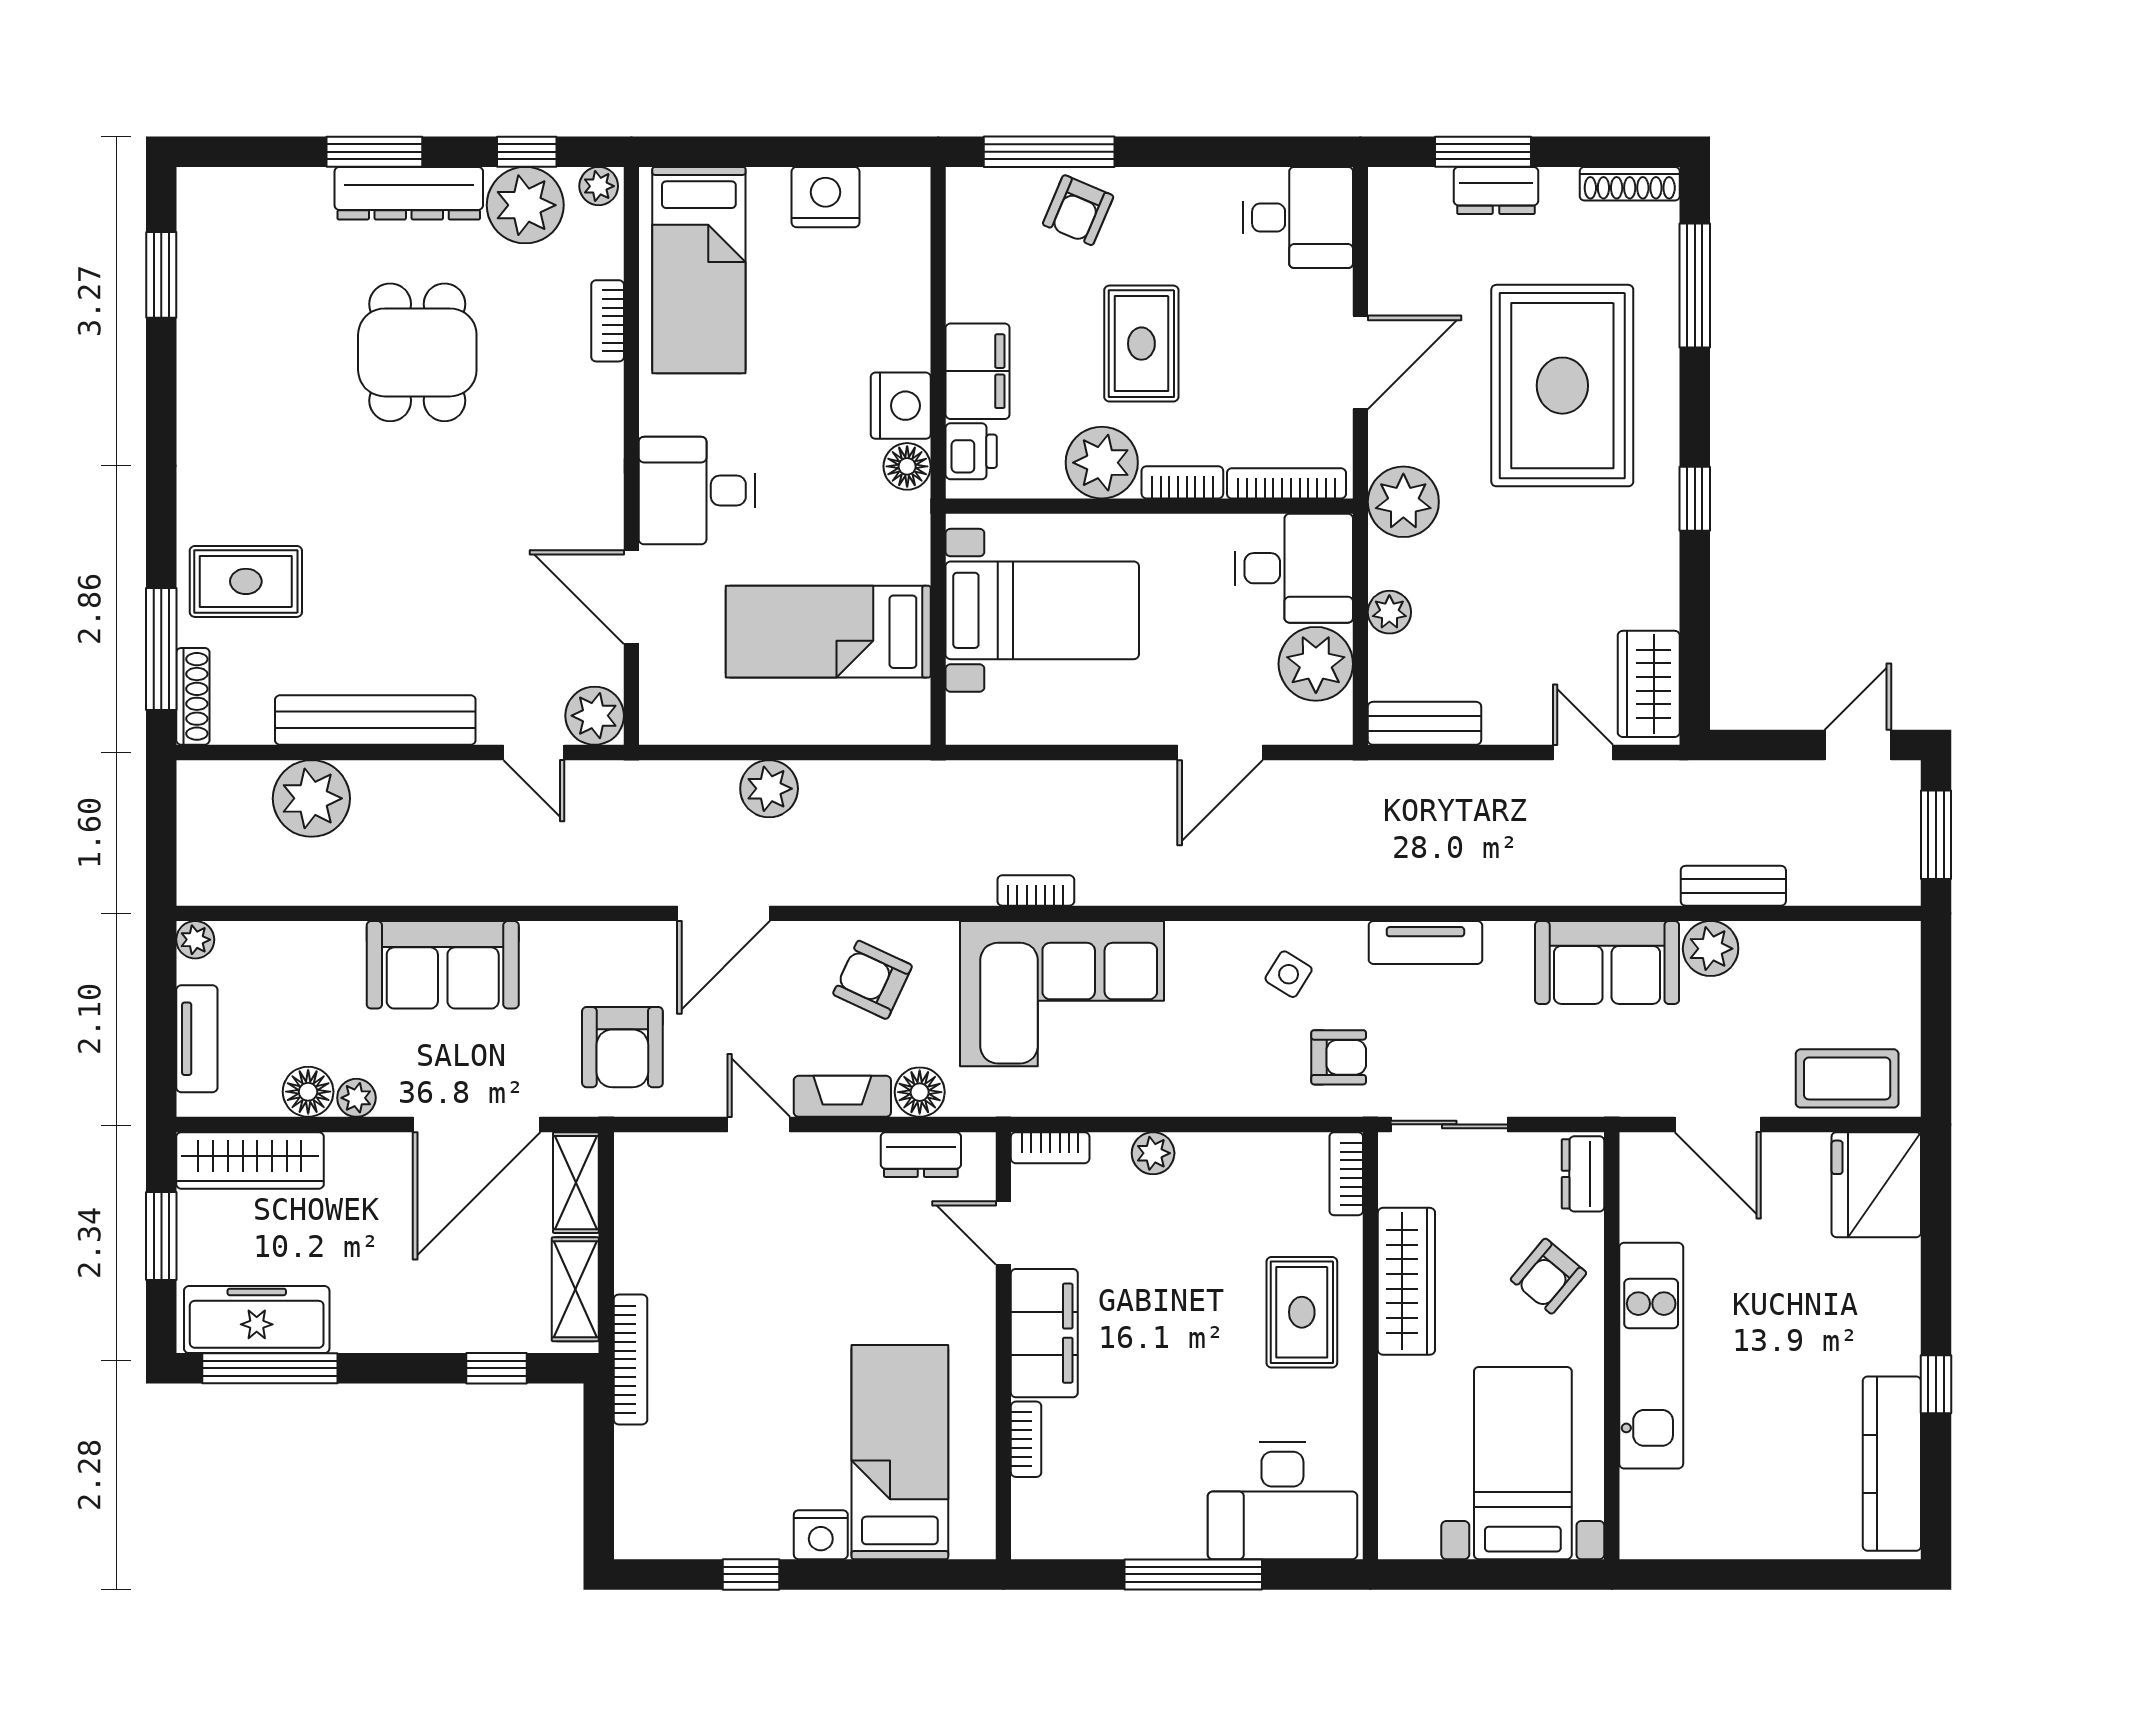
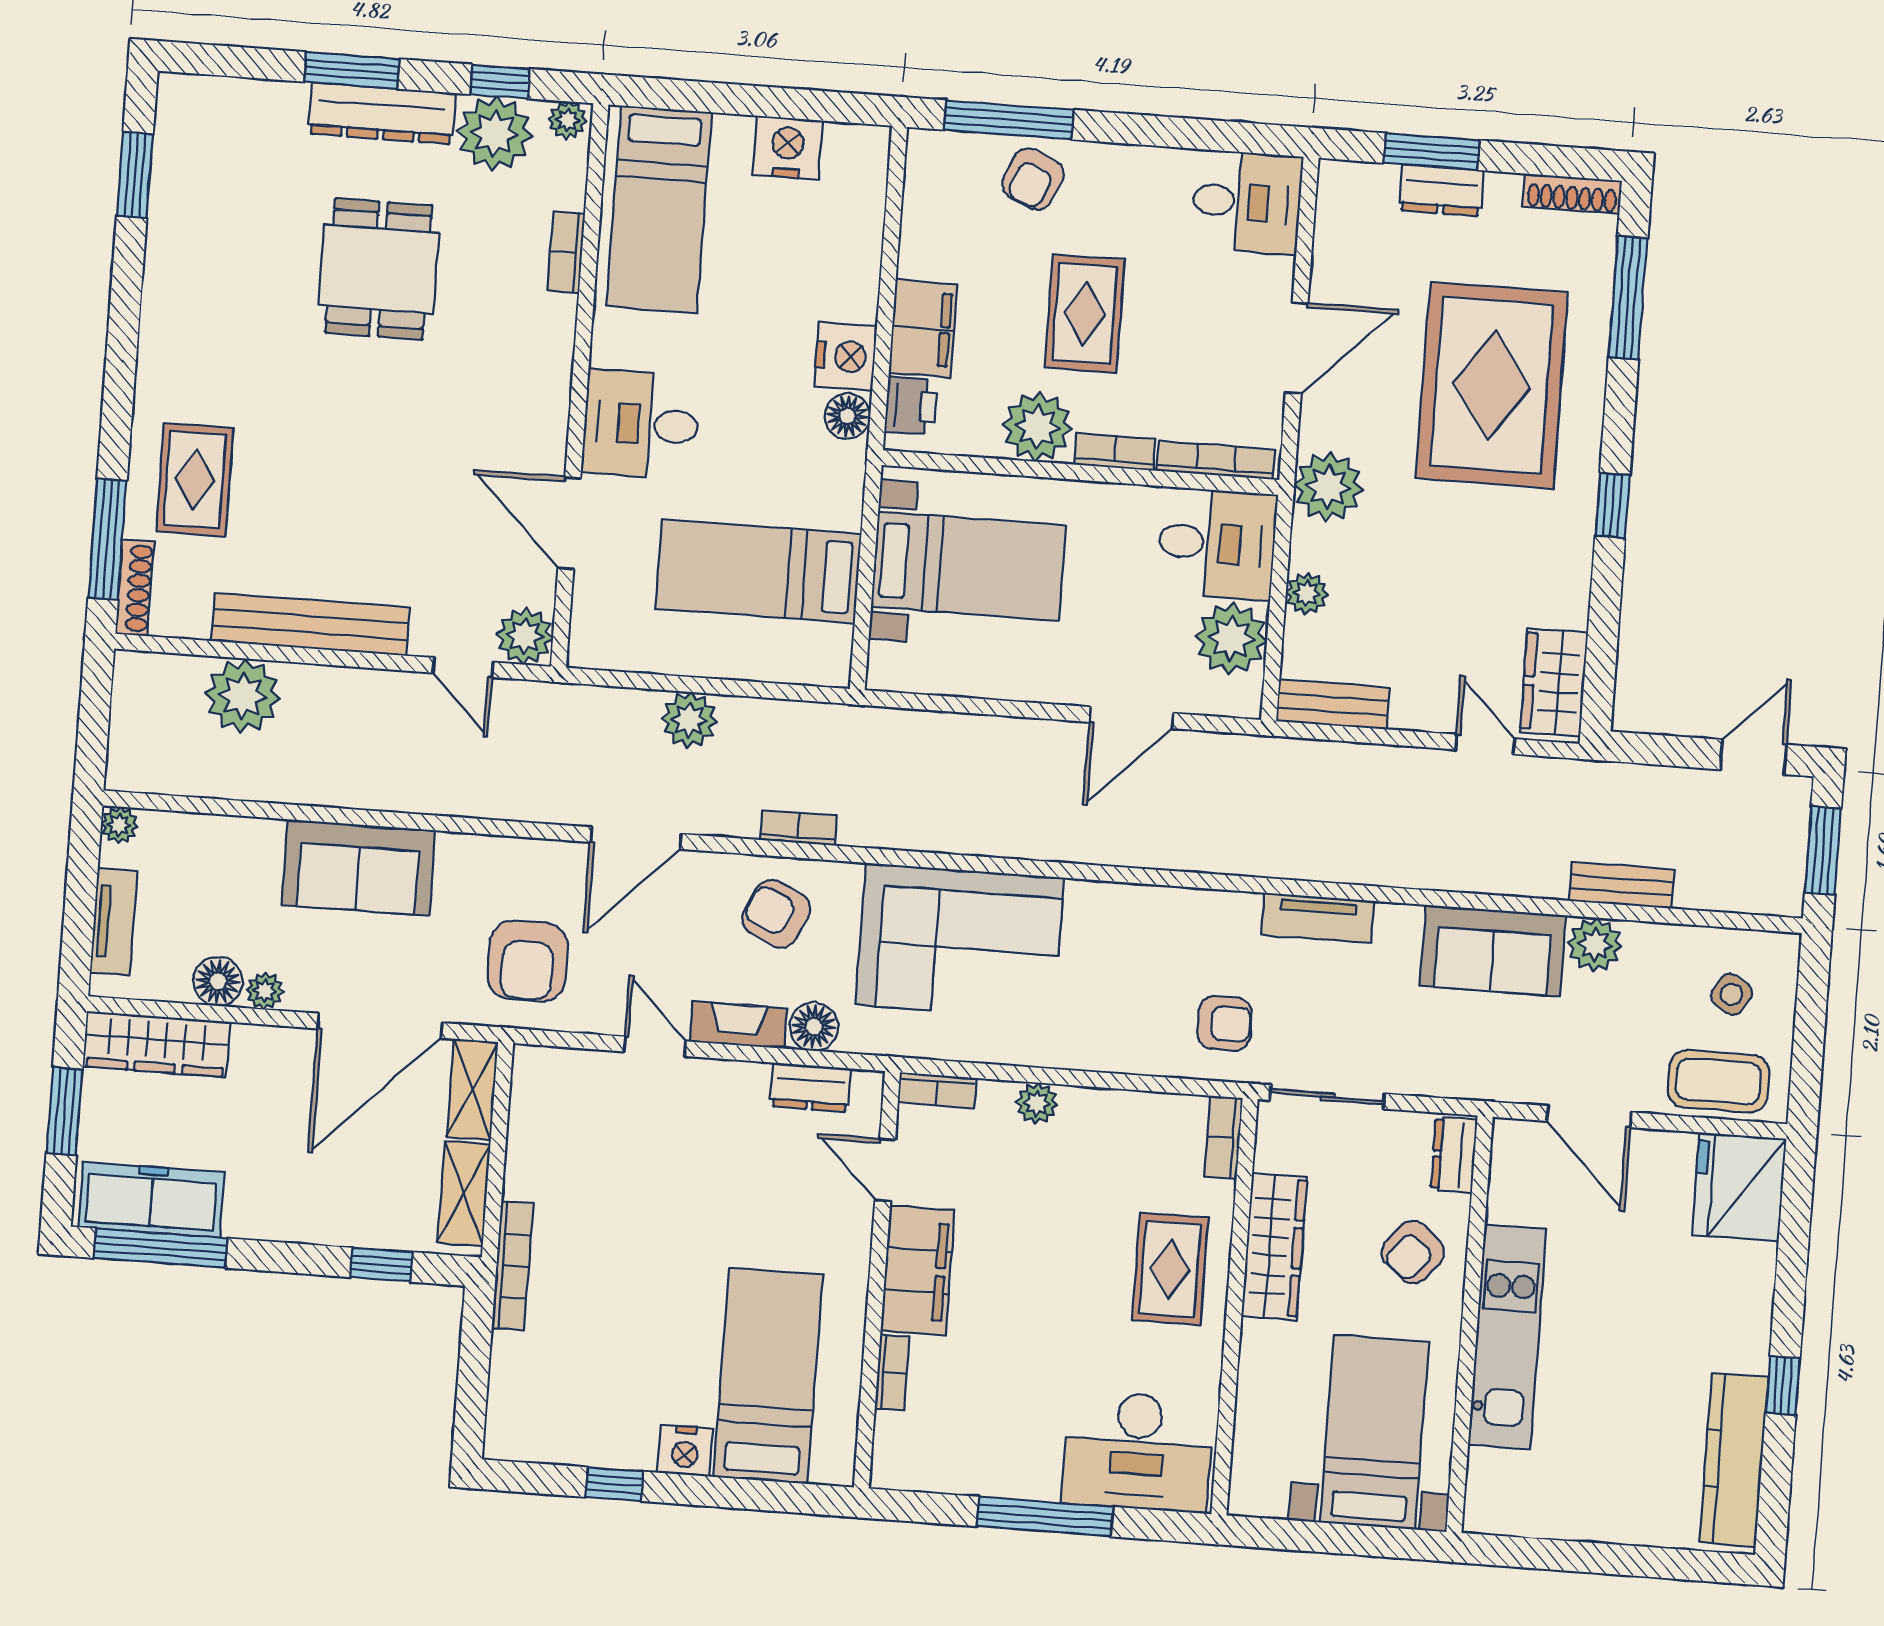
rug: (246, 581) -> (195, 480), turned 90
bookcase: (1036, 890) -> (799, 828), moved
side table: (1289, 974) -> (1731, 994), moved

